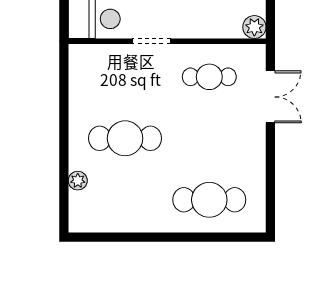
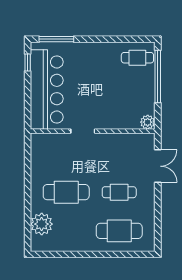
cafe table: (209, 77) -> (119, 192), moved
plant: (78, 181) -> (42, 224), width x1.88, depth x1.88

